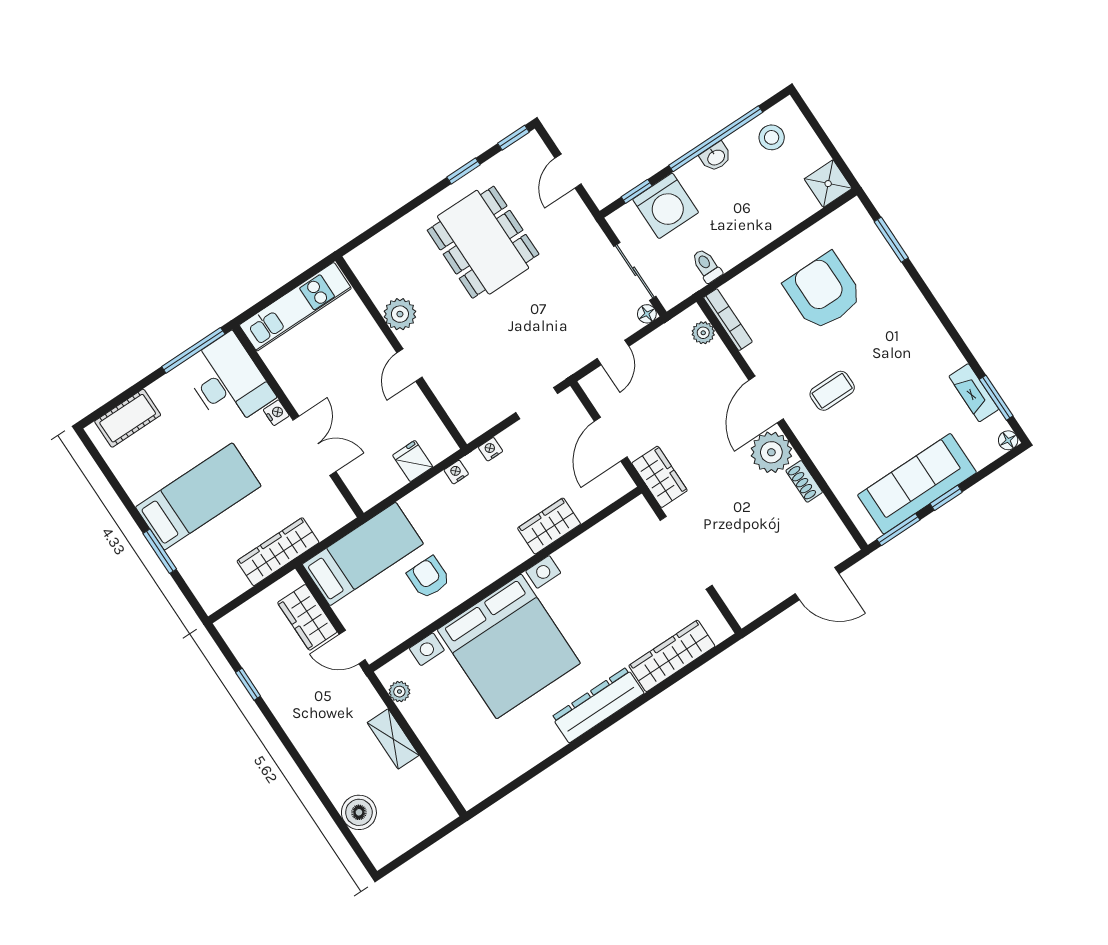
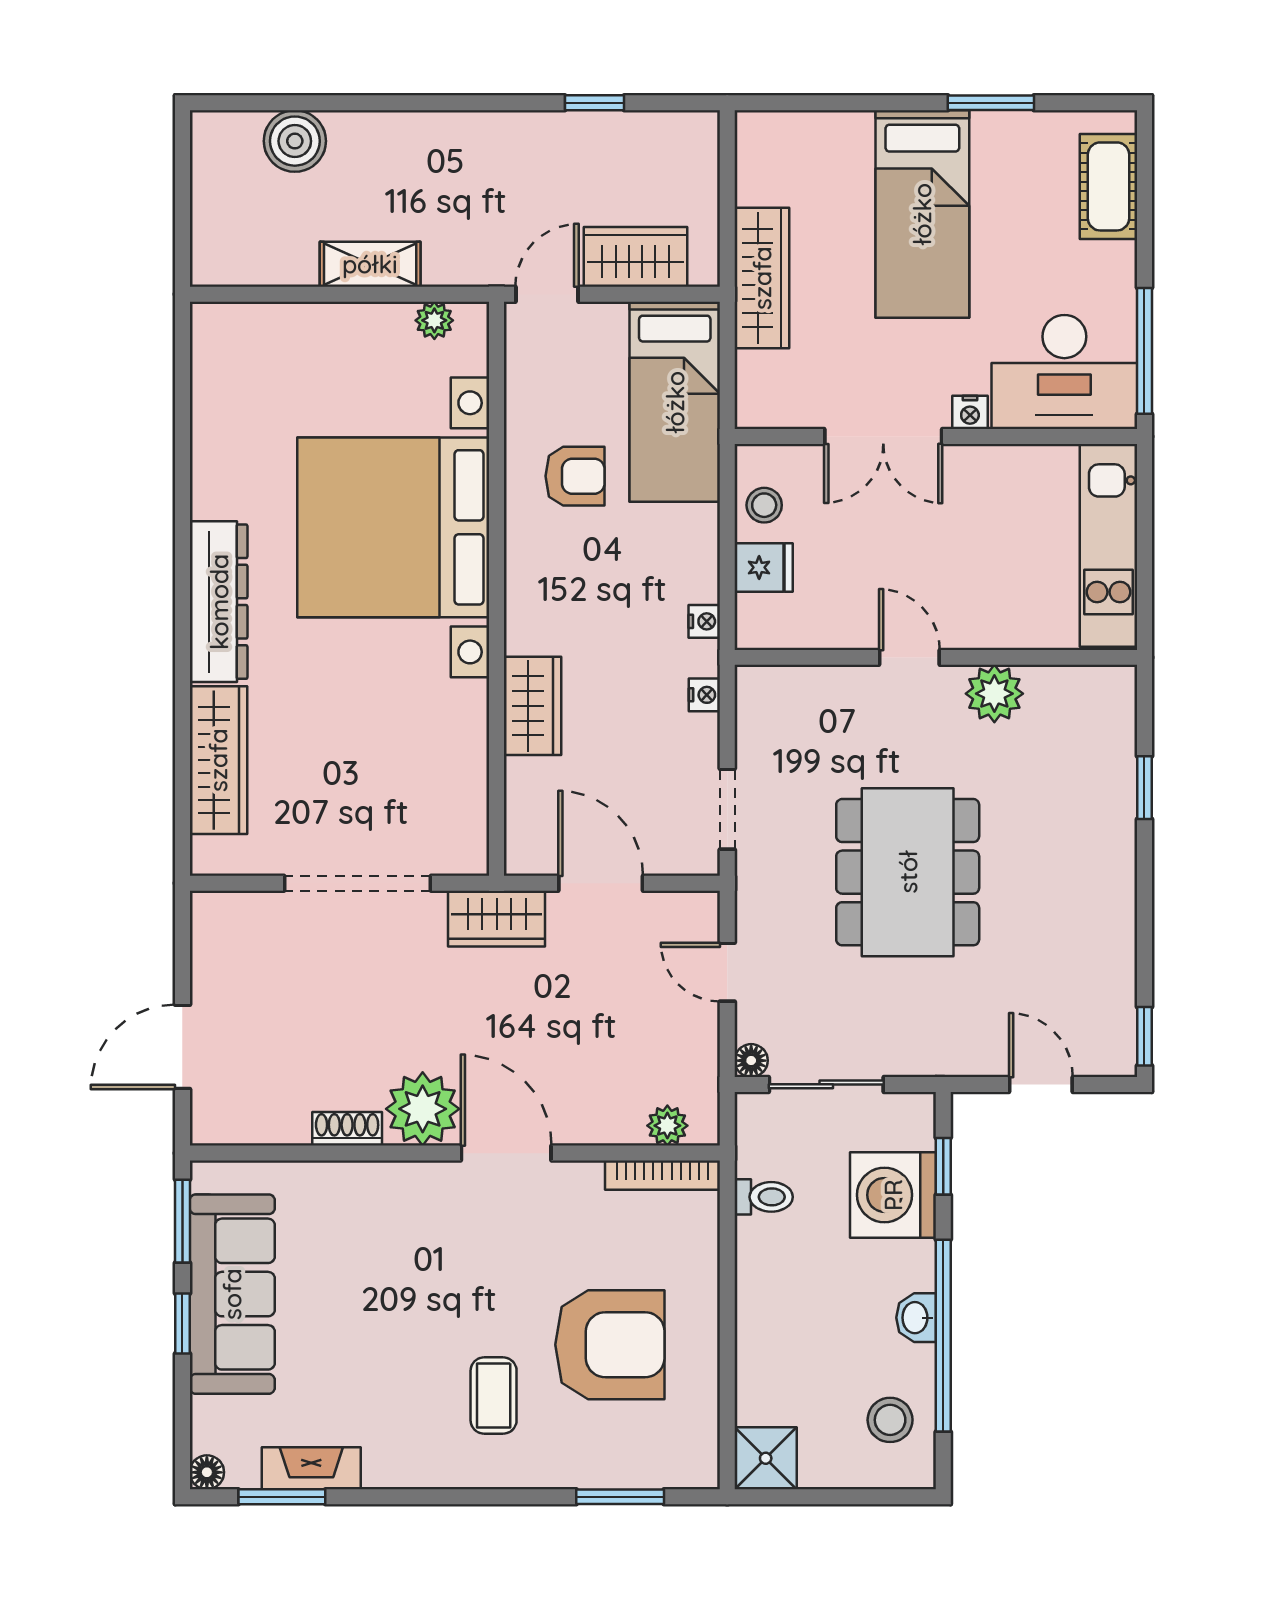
window: (463, 171) -> (1144, 788), moved
dining table: (483, 242) -> (908, 872), moved, turned 90
coffee table: (832, 391) -> (494, 1396), moved
stool: (383, 480) -> (764, 505), added
window: (160, 551) -> (991, 103), moved

